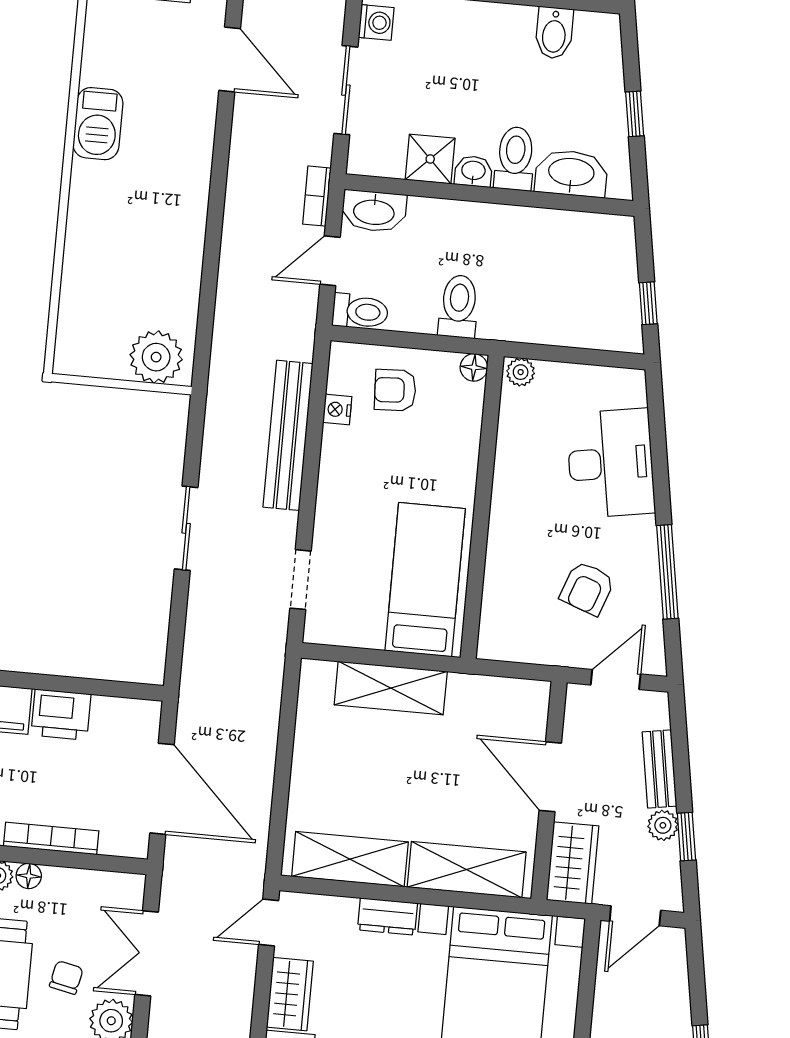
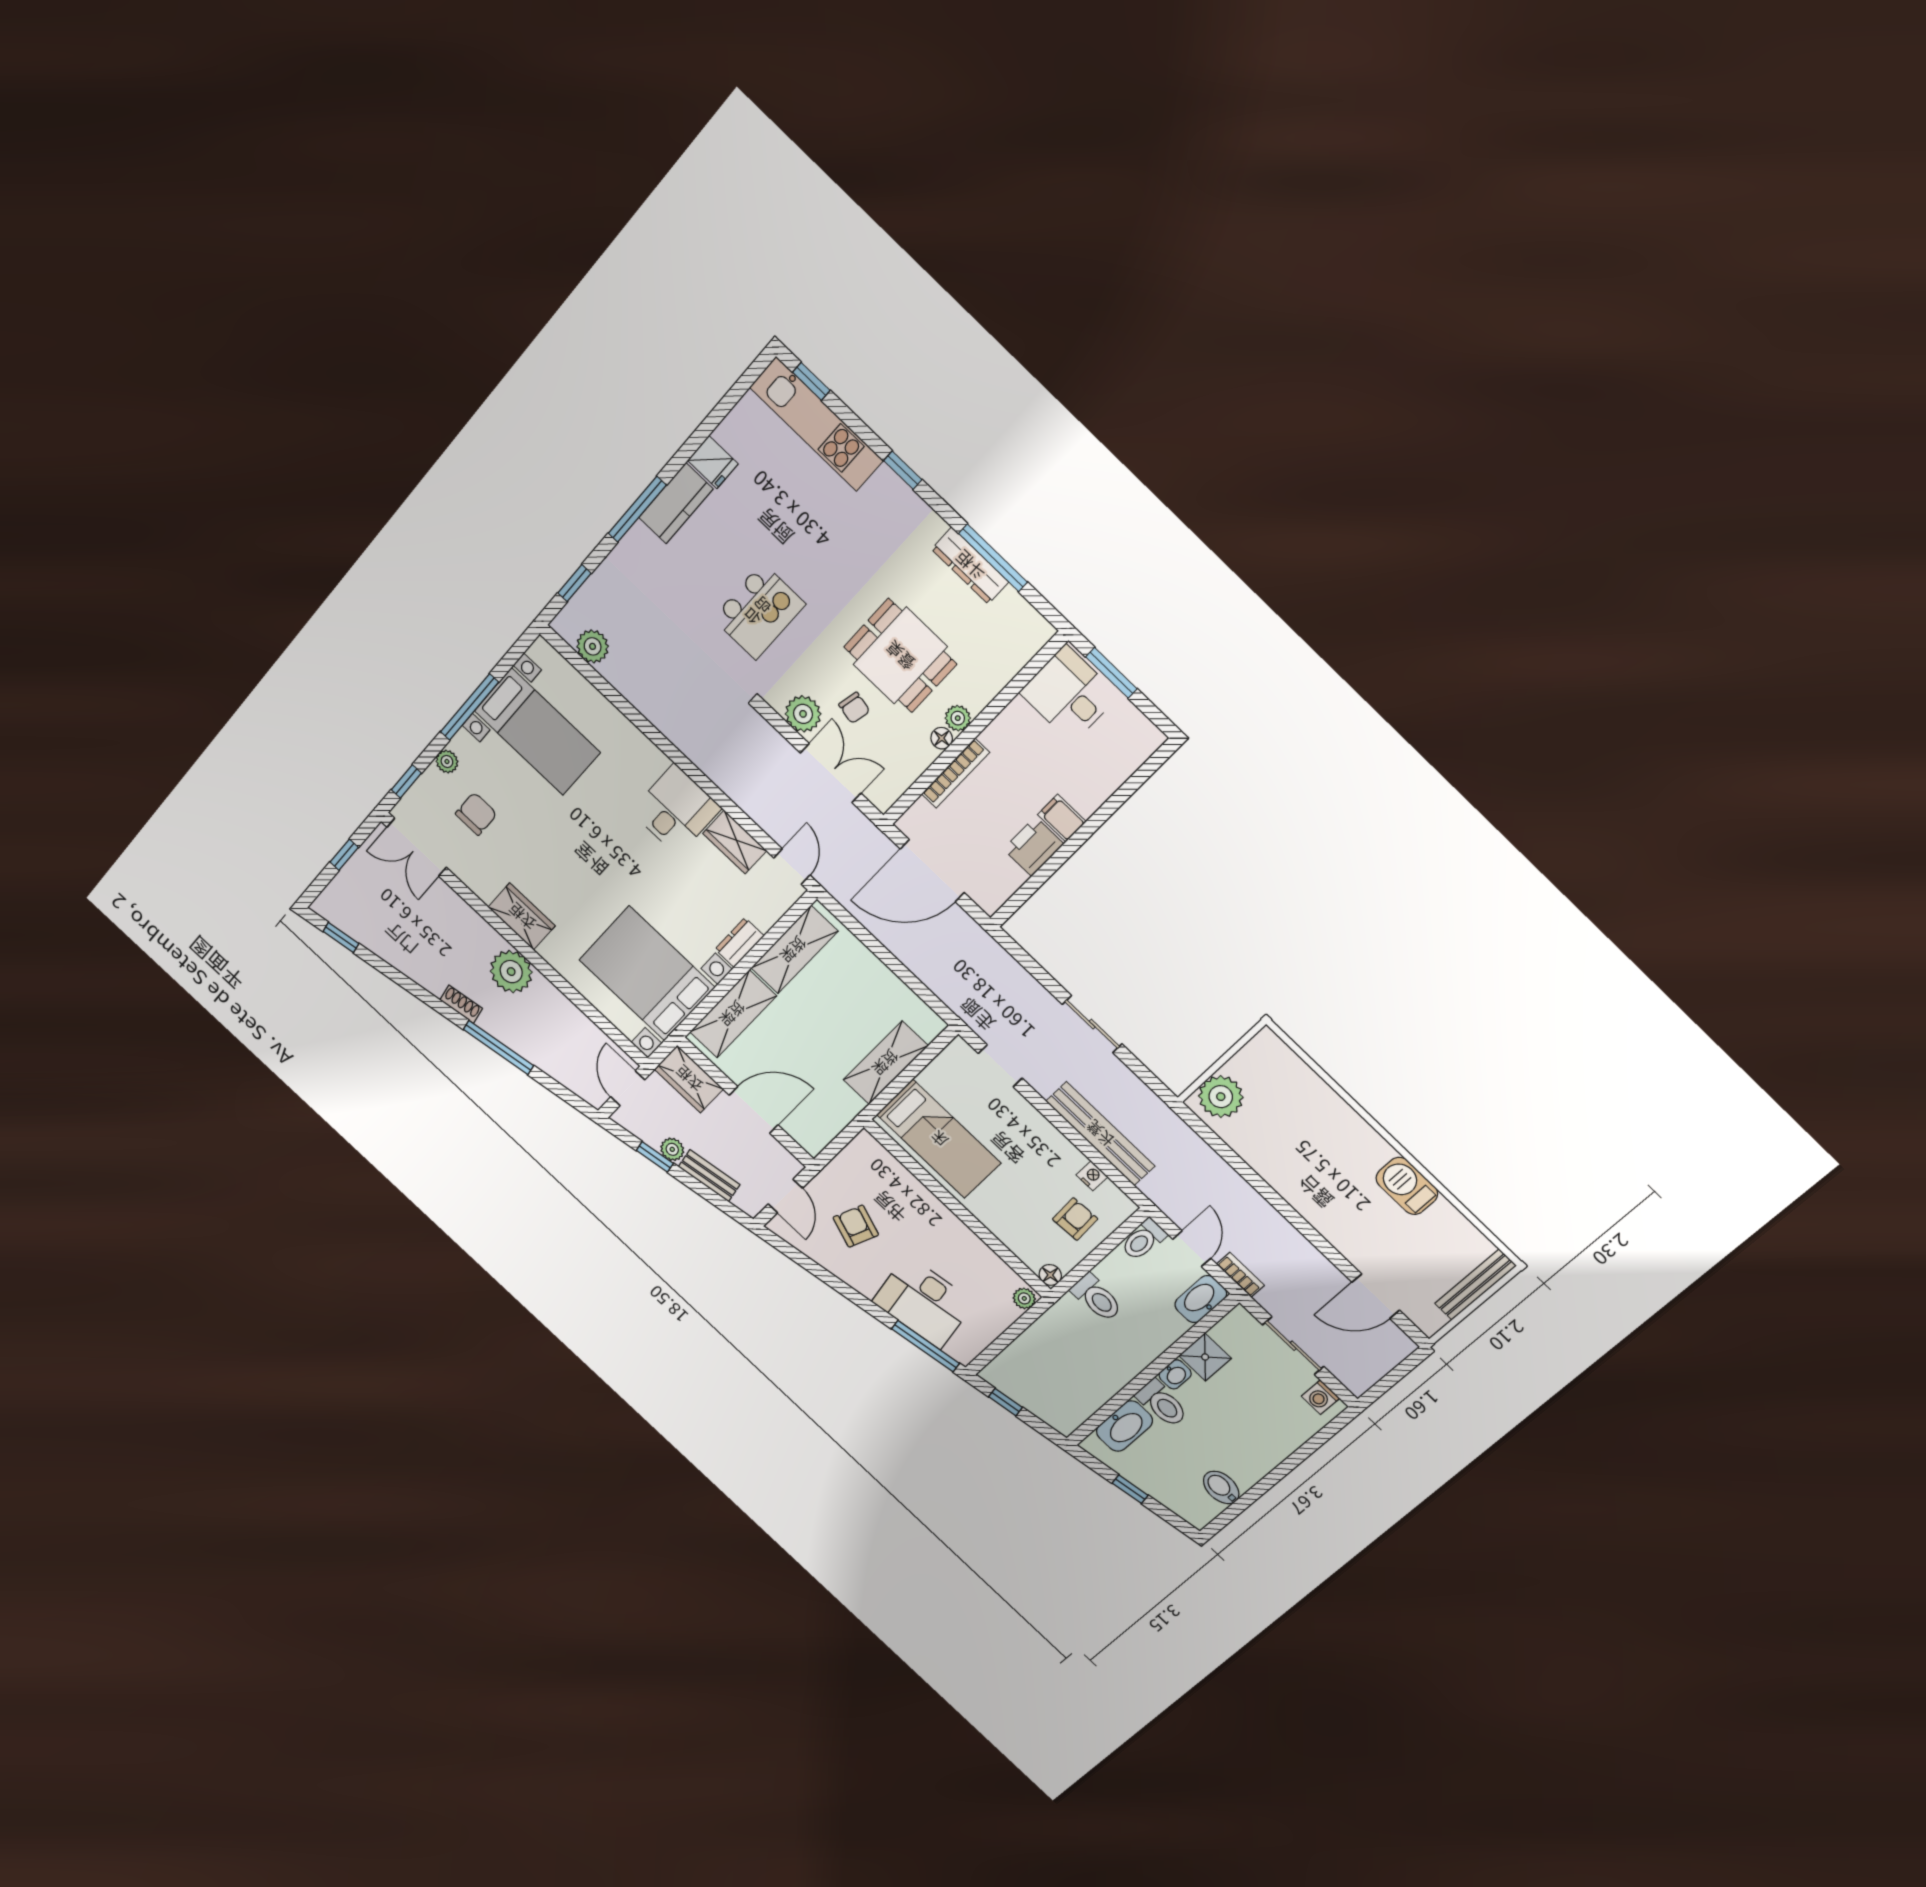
window: (667, 572) -> (925, 1346), moved

